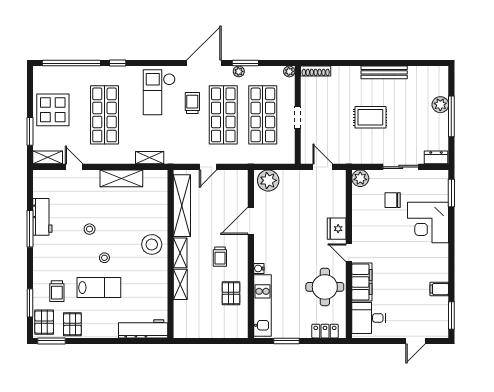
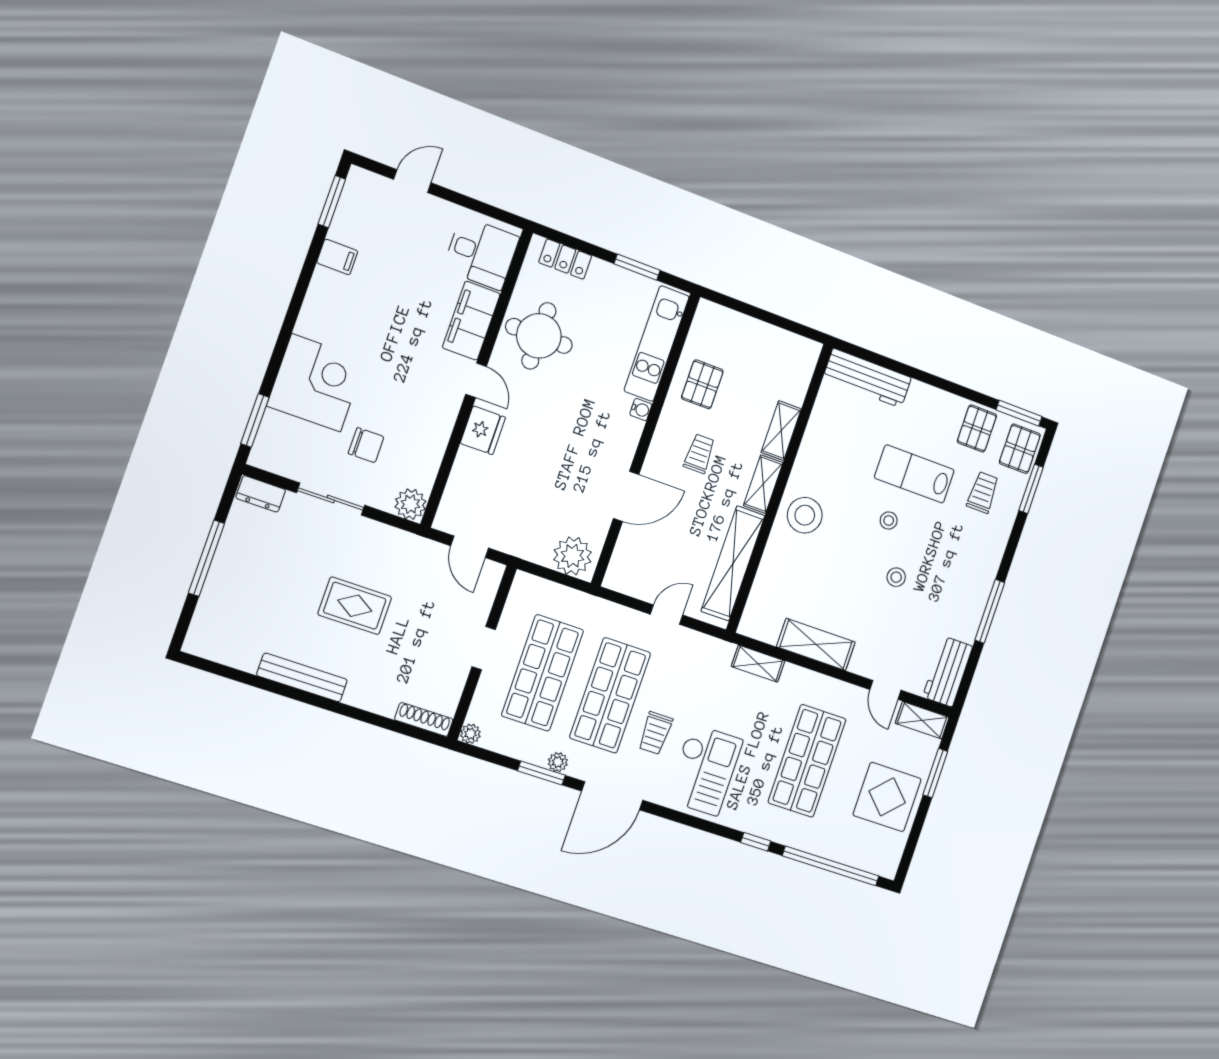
plant: (440, 105) -> (220, 586), removed
workbench: (42, 217) -> (948, 672), moved

